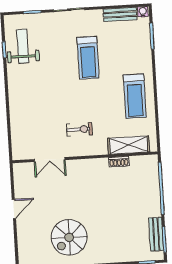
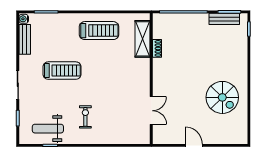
exercise bike: (79, 129) -> (85, 117), moved

